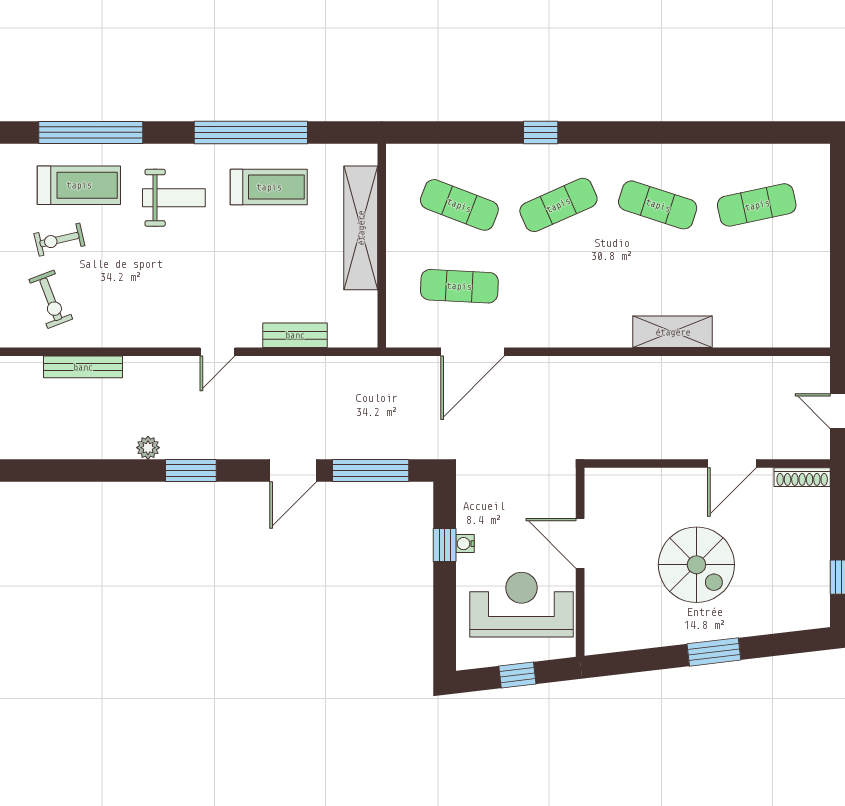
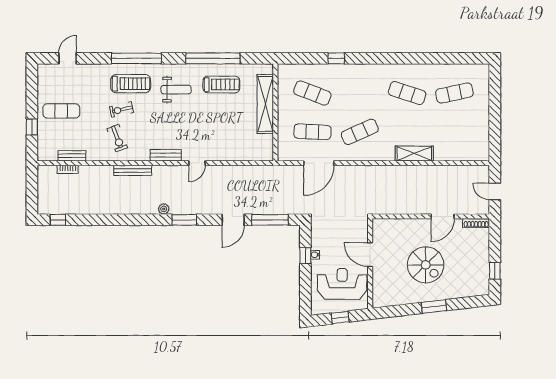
window: (541, 132) -> (336, 58), moved
exercise mat: (558, 205) -> (360, 132), moved
bench: (295, 335) -> (166, 155), moved

